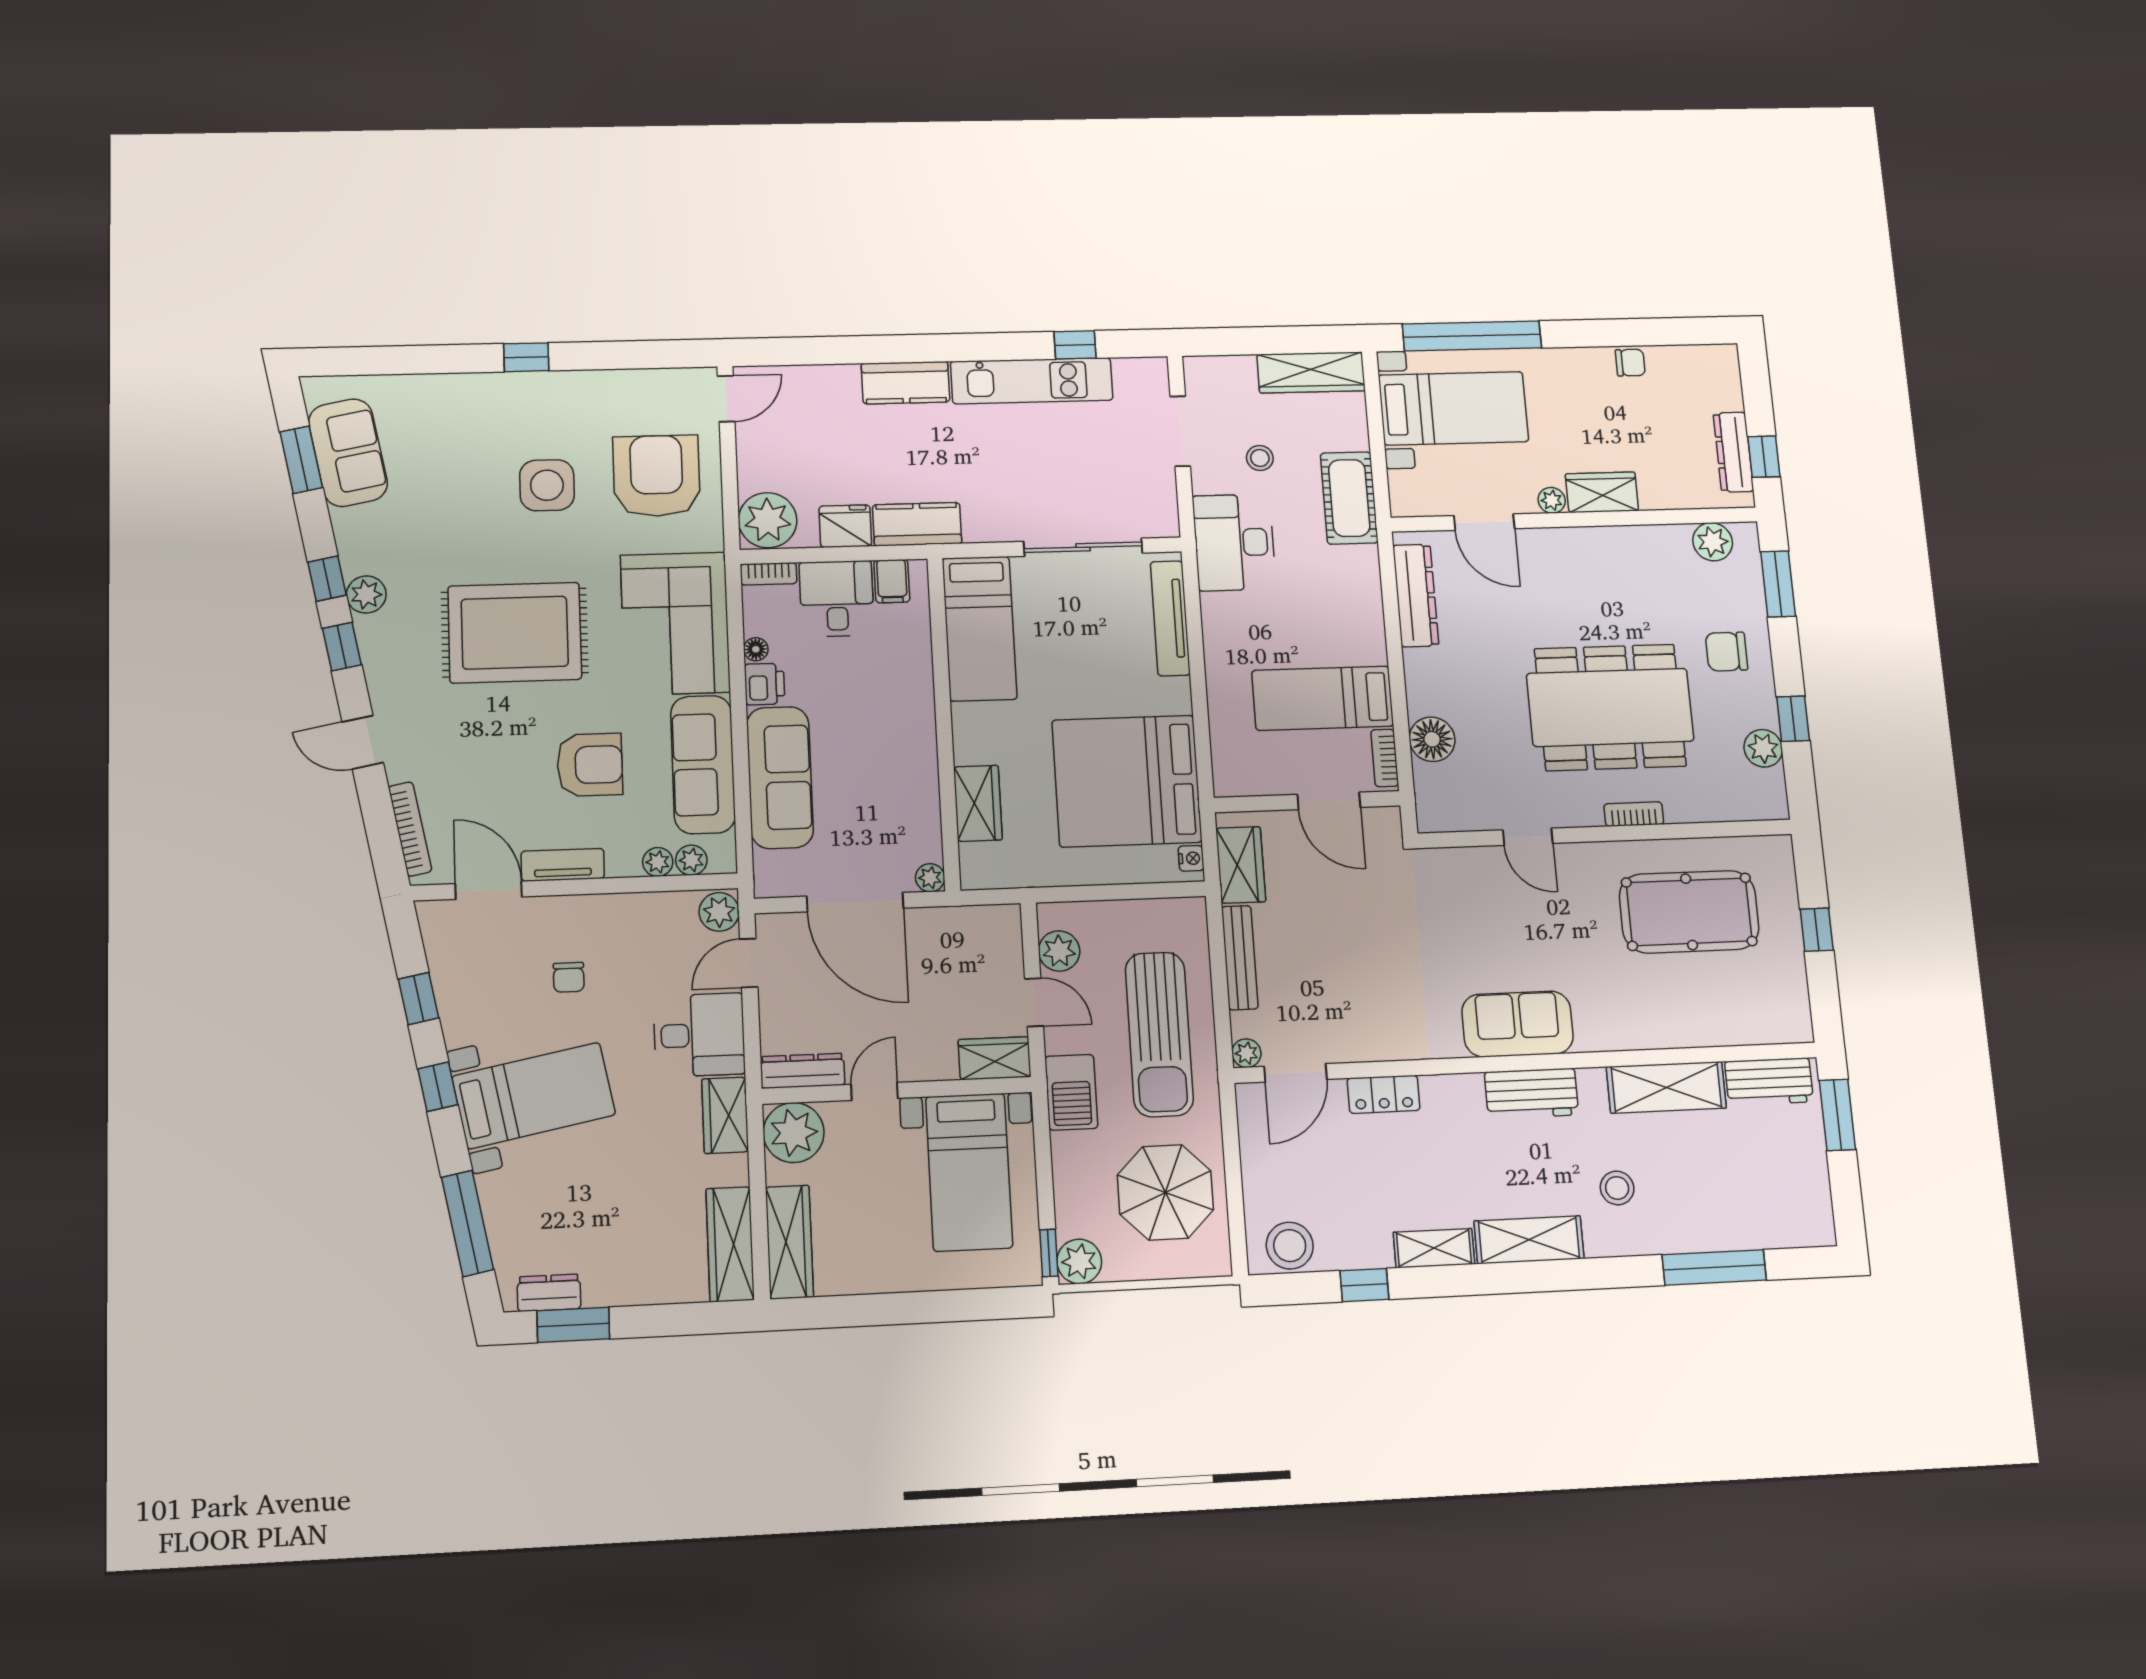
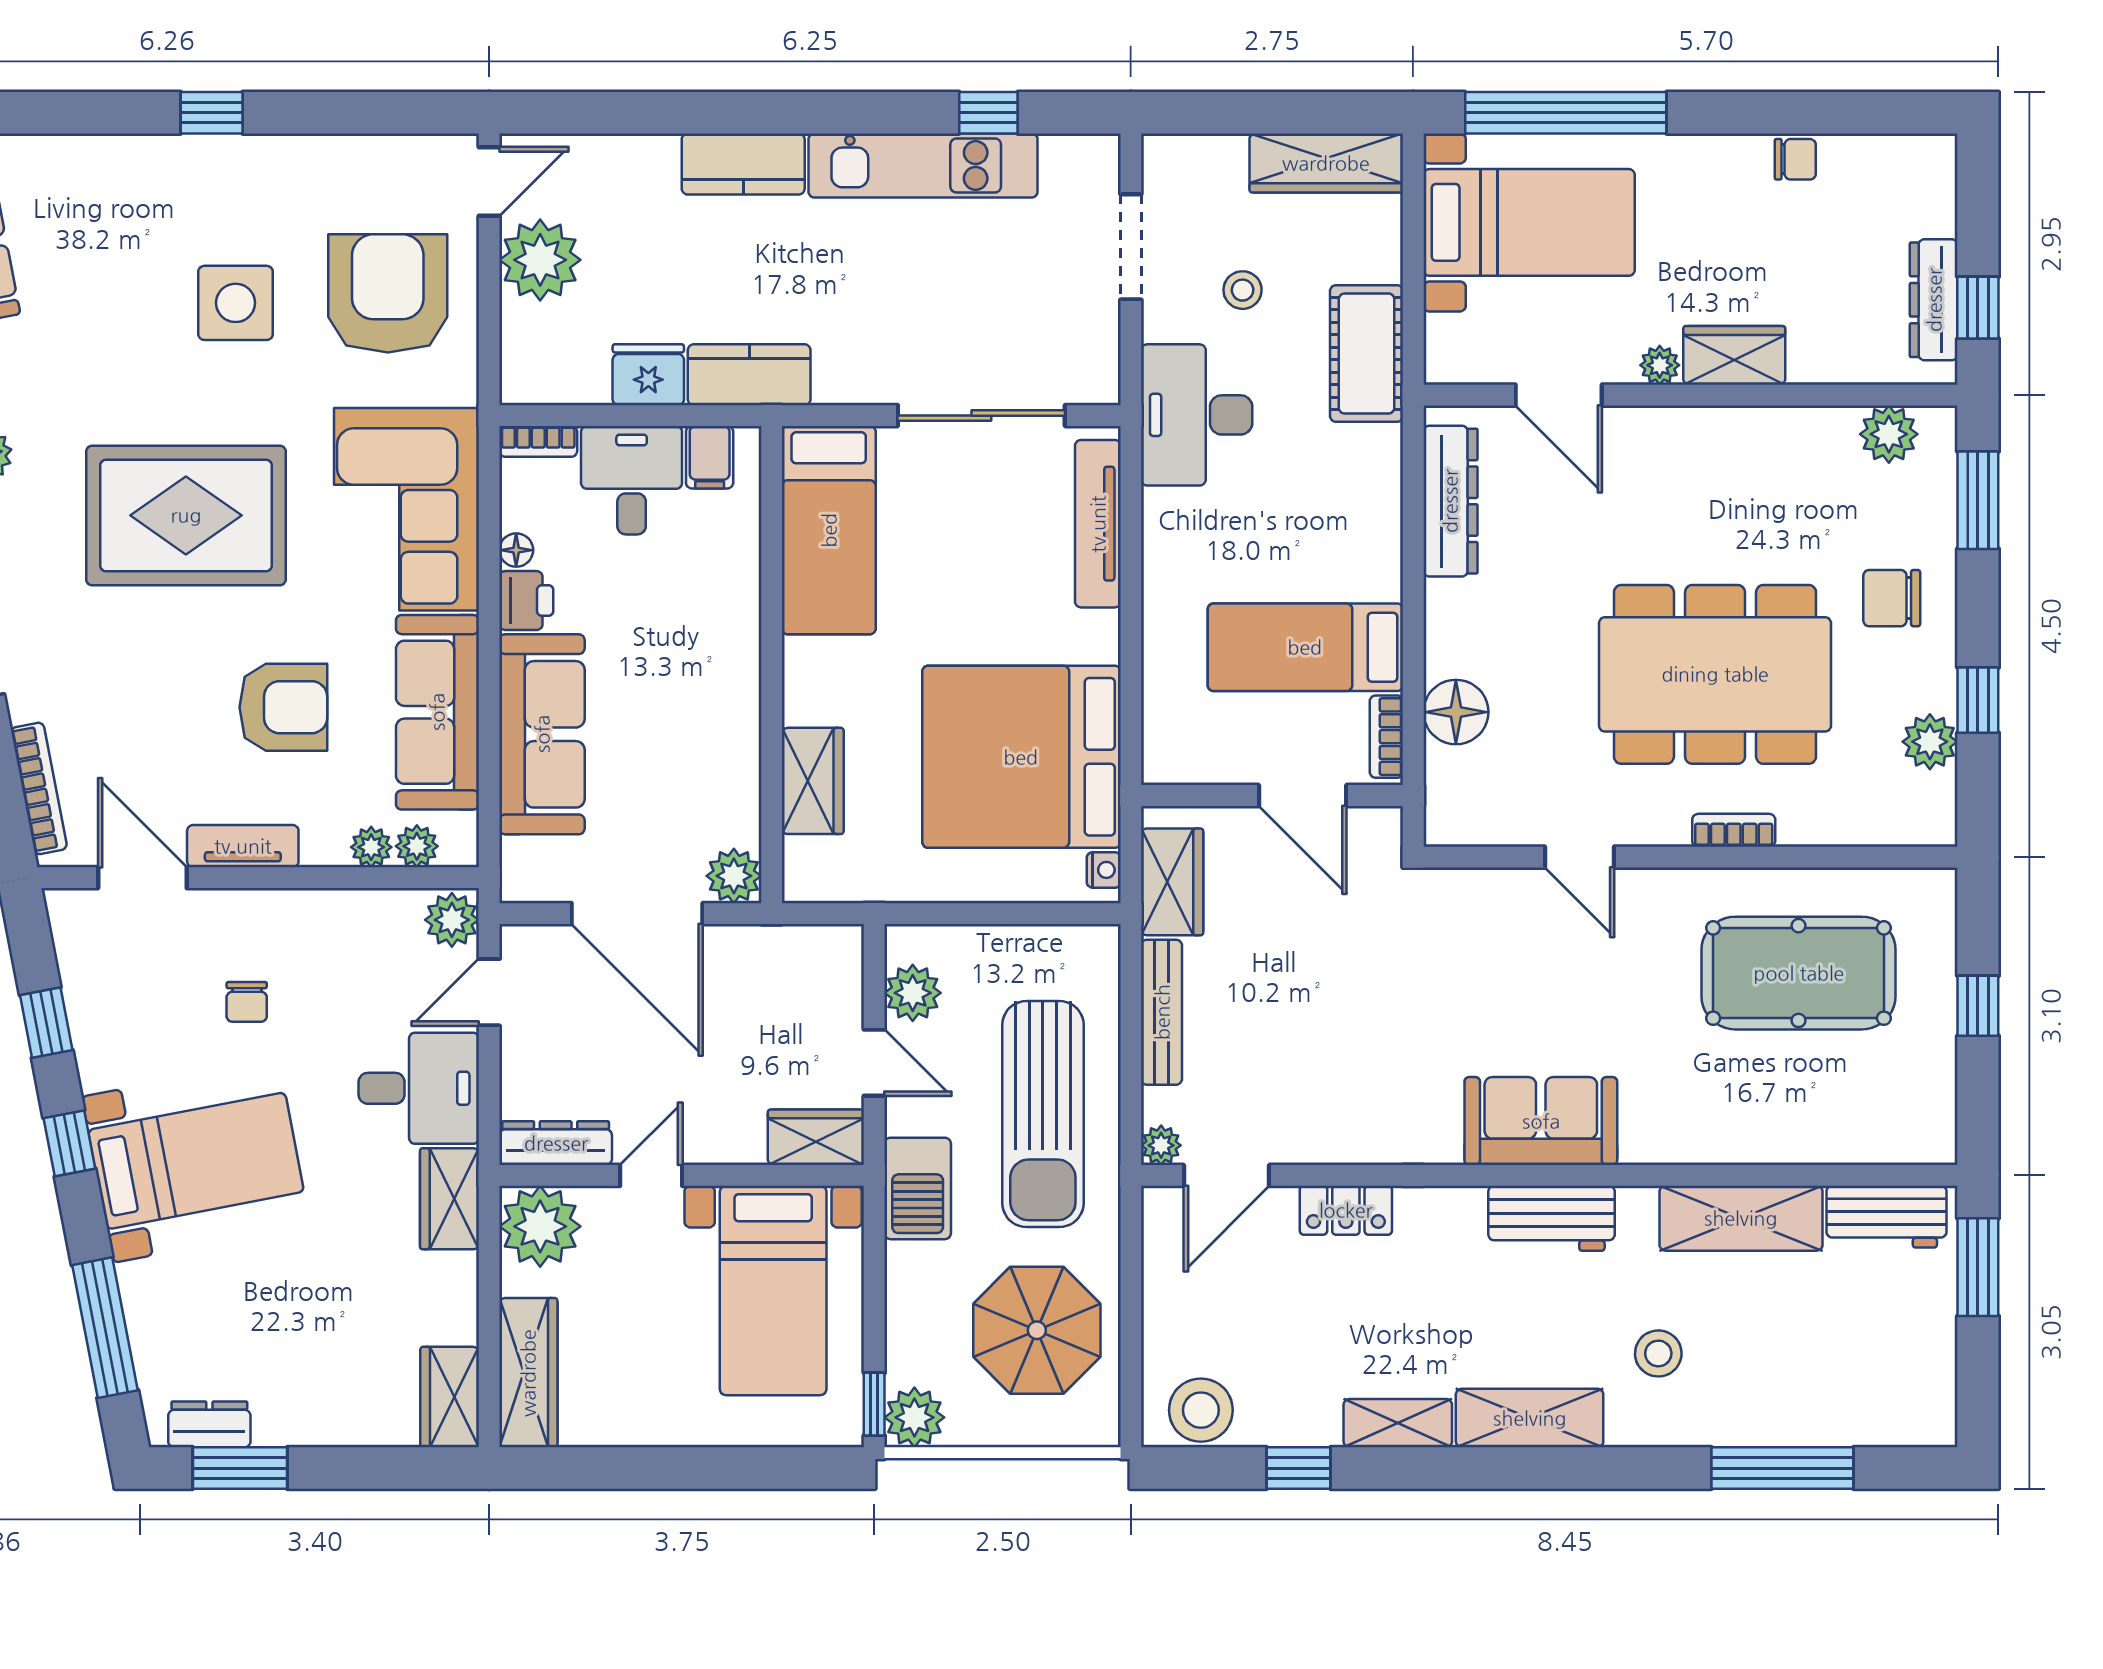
plant: (768, 520) -> (540, 260), moved
plant: (930, 878) -> (734, 876), width x1.38, depth x1.38
wardrobe: (730, 1244) -> (450, 1397), width x0.67

